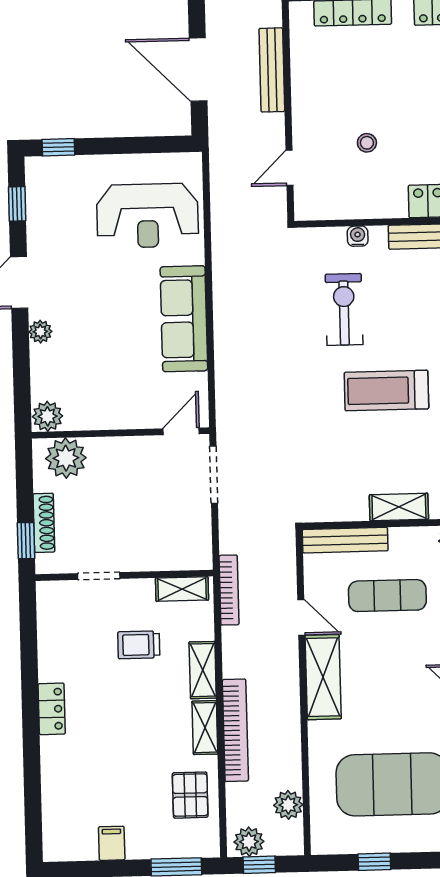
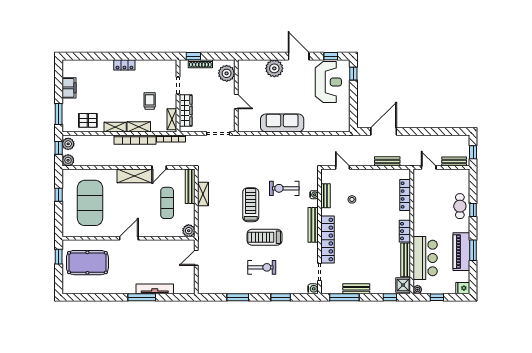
bench: (272, 70) -> (387, 161), width x0.73
bench: (360, 208) -> (325, 196), added
reception desk: (148, 216) -> (328, 82), moved, turned 180
exercise bike: (344, 309) -> (284, 188), turned 180
plant: (40, 332) -> (274, 68), width x1.88, depth x1.88
plant: (48, 416) -> (244, 66), removed
door: (181, 431) -> (236, 101), moved
shelving: (399, 507) -> (203, 194), moved
wardrobe: (160, 556) -> (186, 111), added
bookcase: (235, 730) -> (135, 140), moved
plant: (288, 805) -> (68, 160), moved
filing cabinet: (112, 843) -> (69, 88), width x2.00

